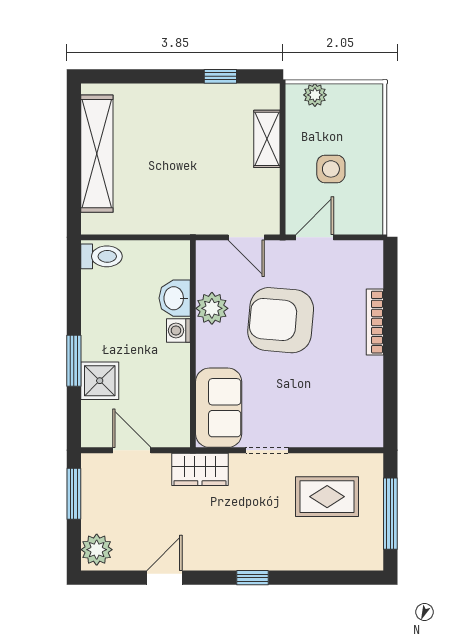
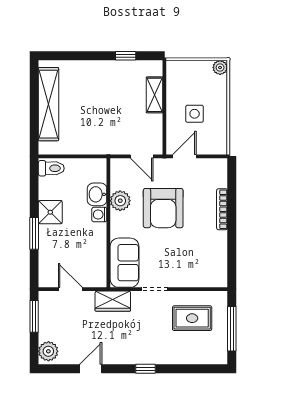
plant: (315, 95) -> (220, 68), moved
armchair: (281, 320) -> (163, 208), turned -95
shower: (100, 381) -> (50, 212), moved

